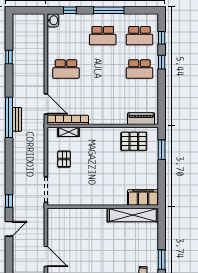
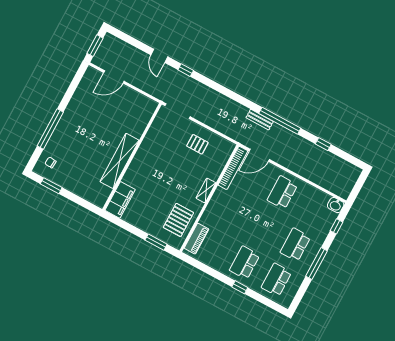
window: (162, 38) -> (263, 300), removed
window: (9, 117) -> (280, 121), moved
shelving: (68, 132) -> (206, 190), moved
shelving: (133, 215) -> (120, 161), moved

